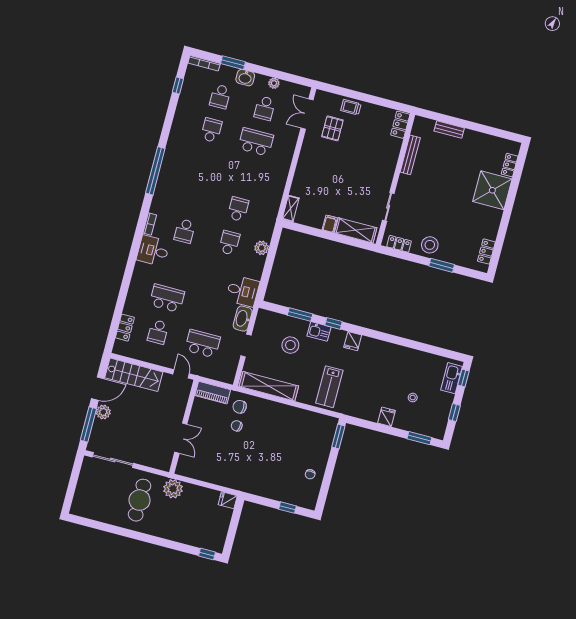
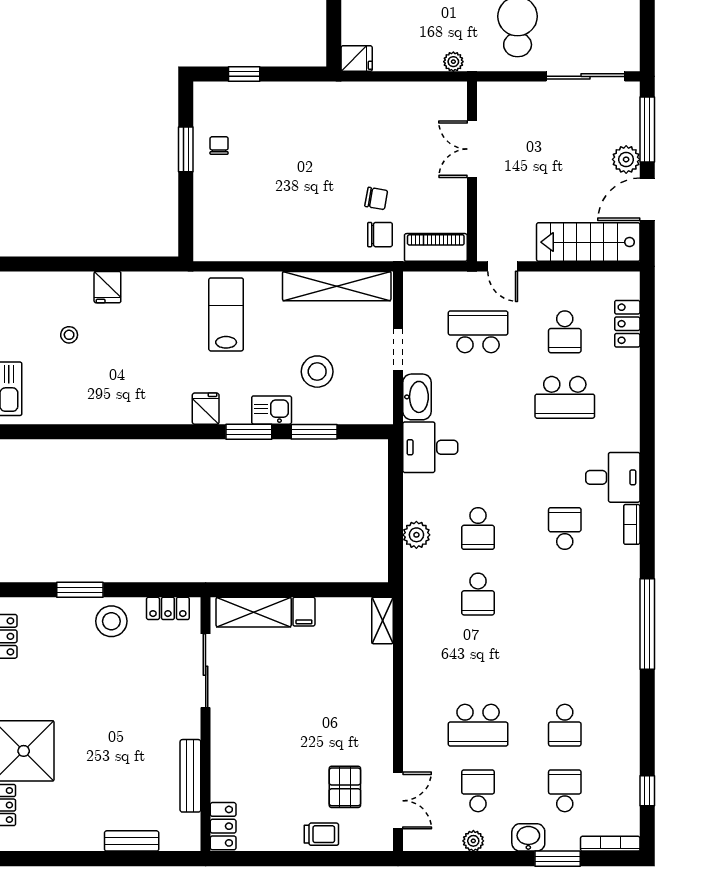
sliding door: (388, 207) -> (206, 671), width x1.37
window: (334, 323) -> (249, 432), width x1.50
school desk: (158, 332) -> (565, 332), turned 180
school desk: (203, 344) -> (478, 332), turned 180
window: (338, 436) -> (186, 149), moved
window: (419, 438) -> (37, 264), removed
plant: (173, 489) -> (453, 62), width x0.53, depth x0.53

